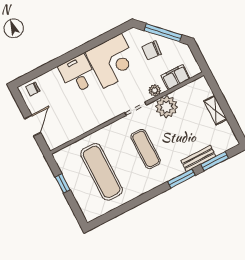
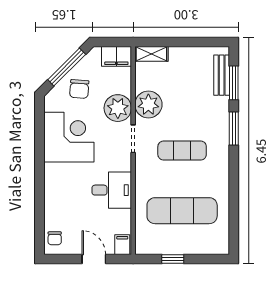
desk: (78, 74) -> (112, 190), moved, turned 180
filing cabinet: (176, 77) -> (116, 56), moved, turned -90
plant: (155, 90) -> (118, 108), width x1.88, depth x1.88
shelving: (215, 110) -> (151, 54), moved
filing cabinet: (54, 141) -> (122, 245), added
bench: (198, 158) -> (222, 75), moved

